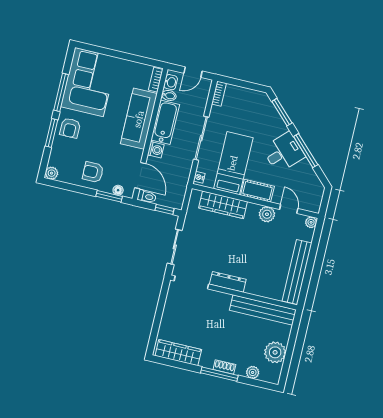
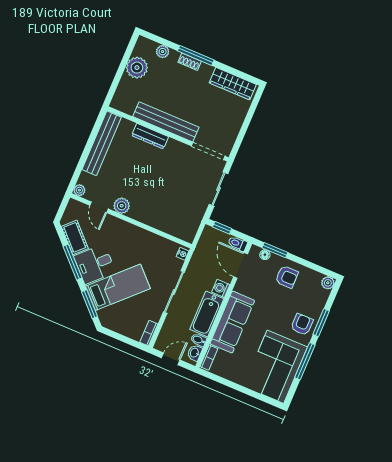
bed: (233, 163) -> (118, 287), moved, turned -135
cot: (257, 191) -> (75, 237), moved, turned 45
wardrobe: (223, 205) -> (164, 222), removed
dresser: (228, 282) -> (150, 136), moved
bench: (263, 310) -> (166, 122), moved

